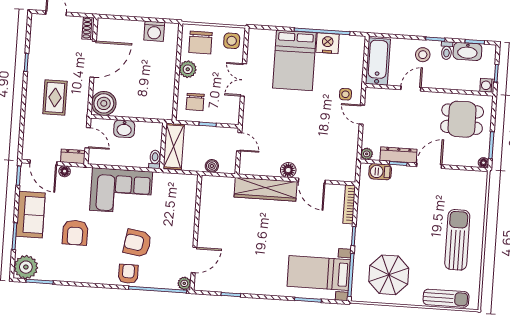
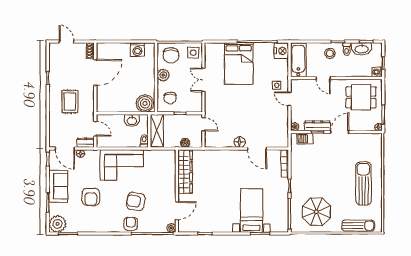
nightstand: (328, 43) -> (281, 51), moved, turned 90
door: (411, 89) -> (323, 78), swing flipped
boiler: (104, 103) -> (145, 103), moved
washbasin: (124, 129) -> (132, 121), moved
wardrobe: (266, 189) -> (185, 172), moved, turned -90
bed with nightstands: (319, 273) -> (251, 211), moved, turned 90

